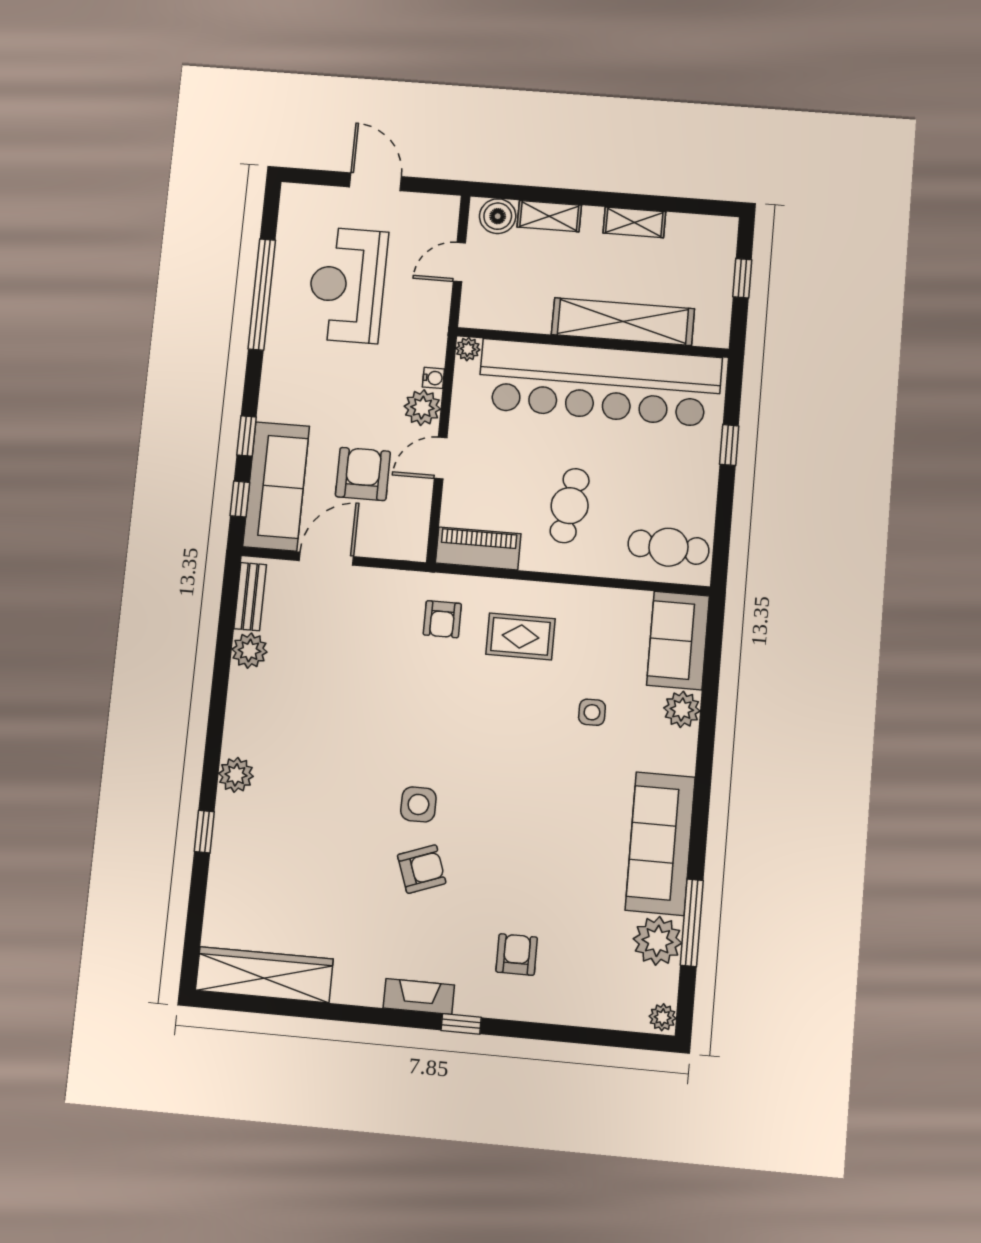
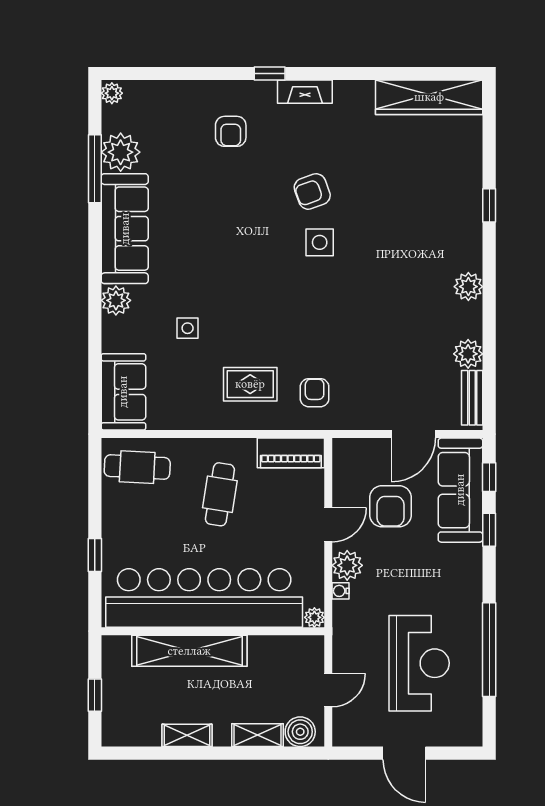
plant: (682, 709) -> (116, 300), moved
plant: (236, 775) -> (468, 287), moved

